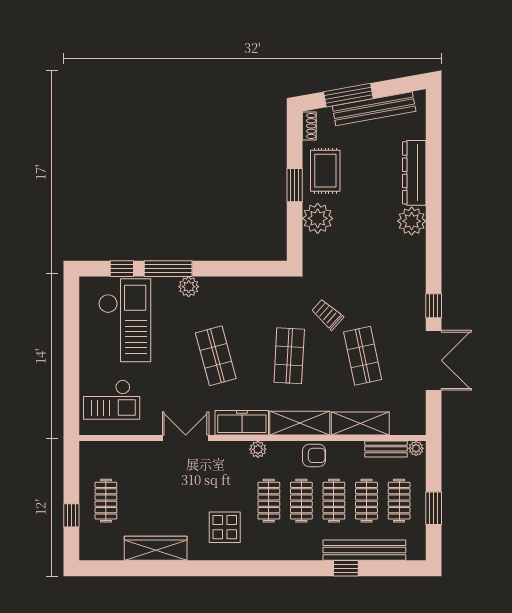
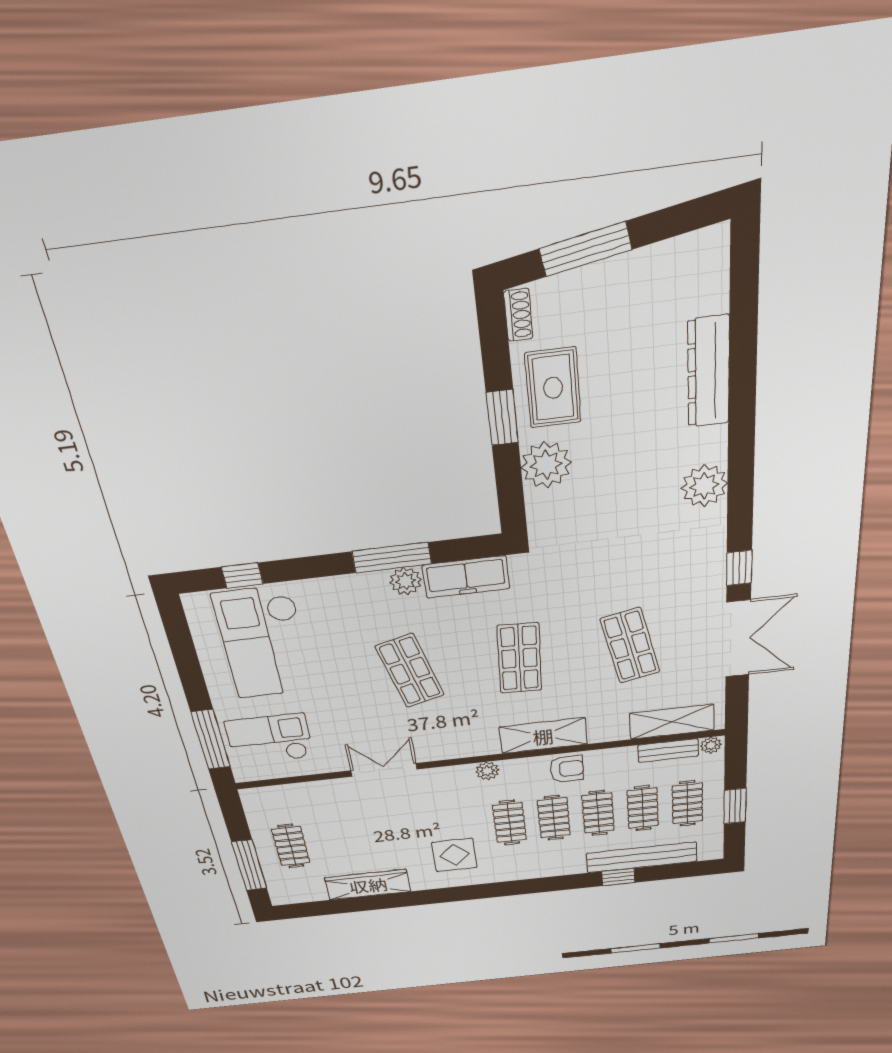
bench: (374, 109) -> (634, 268), removed
plant: (412, 221) -> (704, 486), moved
window: (168, 269) -> (392, 558), moved
plant: (189, 287) -> (406, 581), moved
trolley: (327, 314) -> (573, 599), removed
checkout: (125, 320) -> (264, 643), turned 180
window: (71, 394) -> (211, 740), added
checkout: (112, 400) -> (270, 739), turned 180
freezer: (242, 423) -> (466, 577), moved, turned 180
shelving: (360, 423) -> (672, 722), moved
window: (71, 515) -> (249, 865), width x2.17

